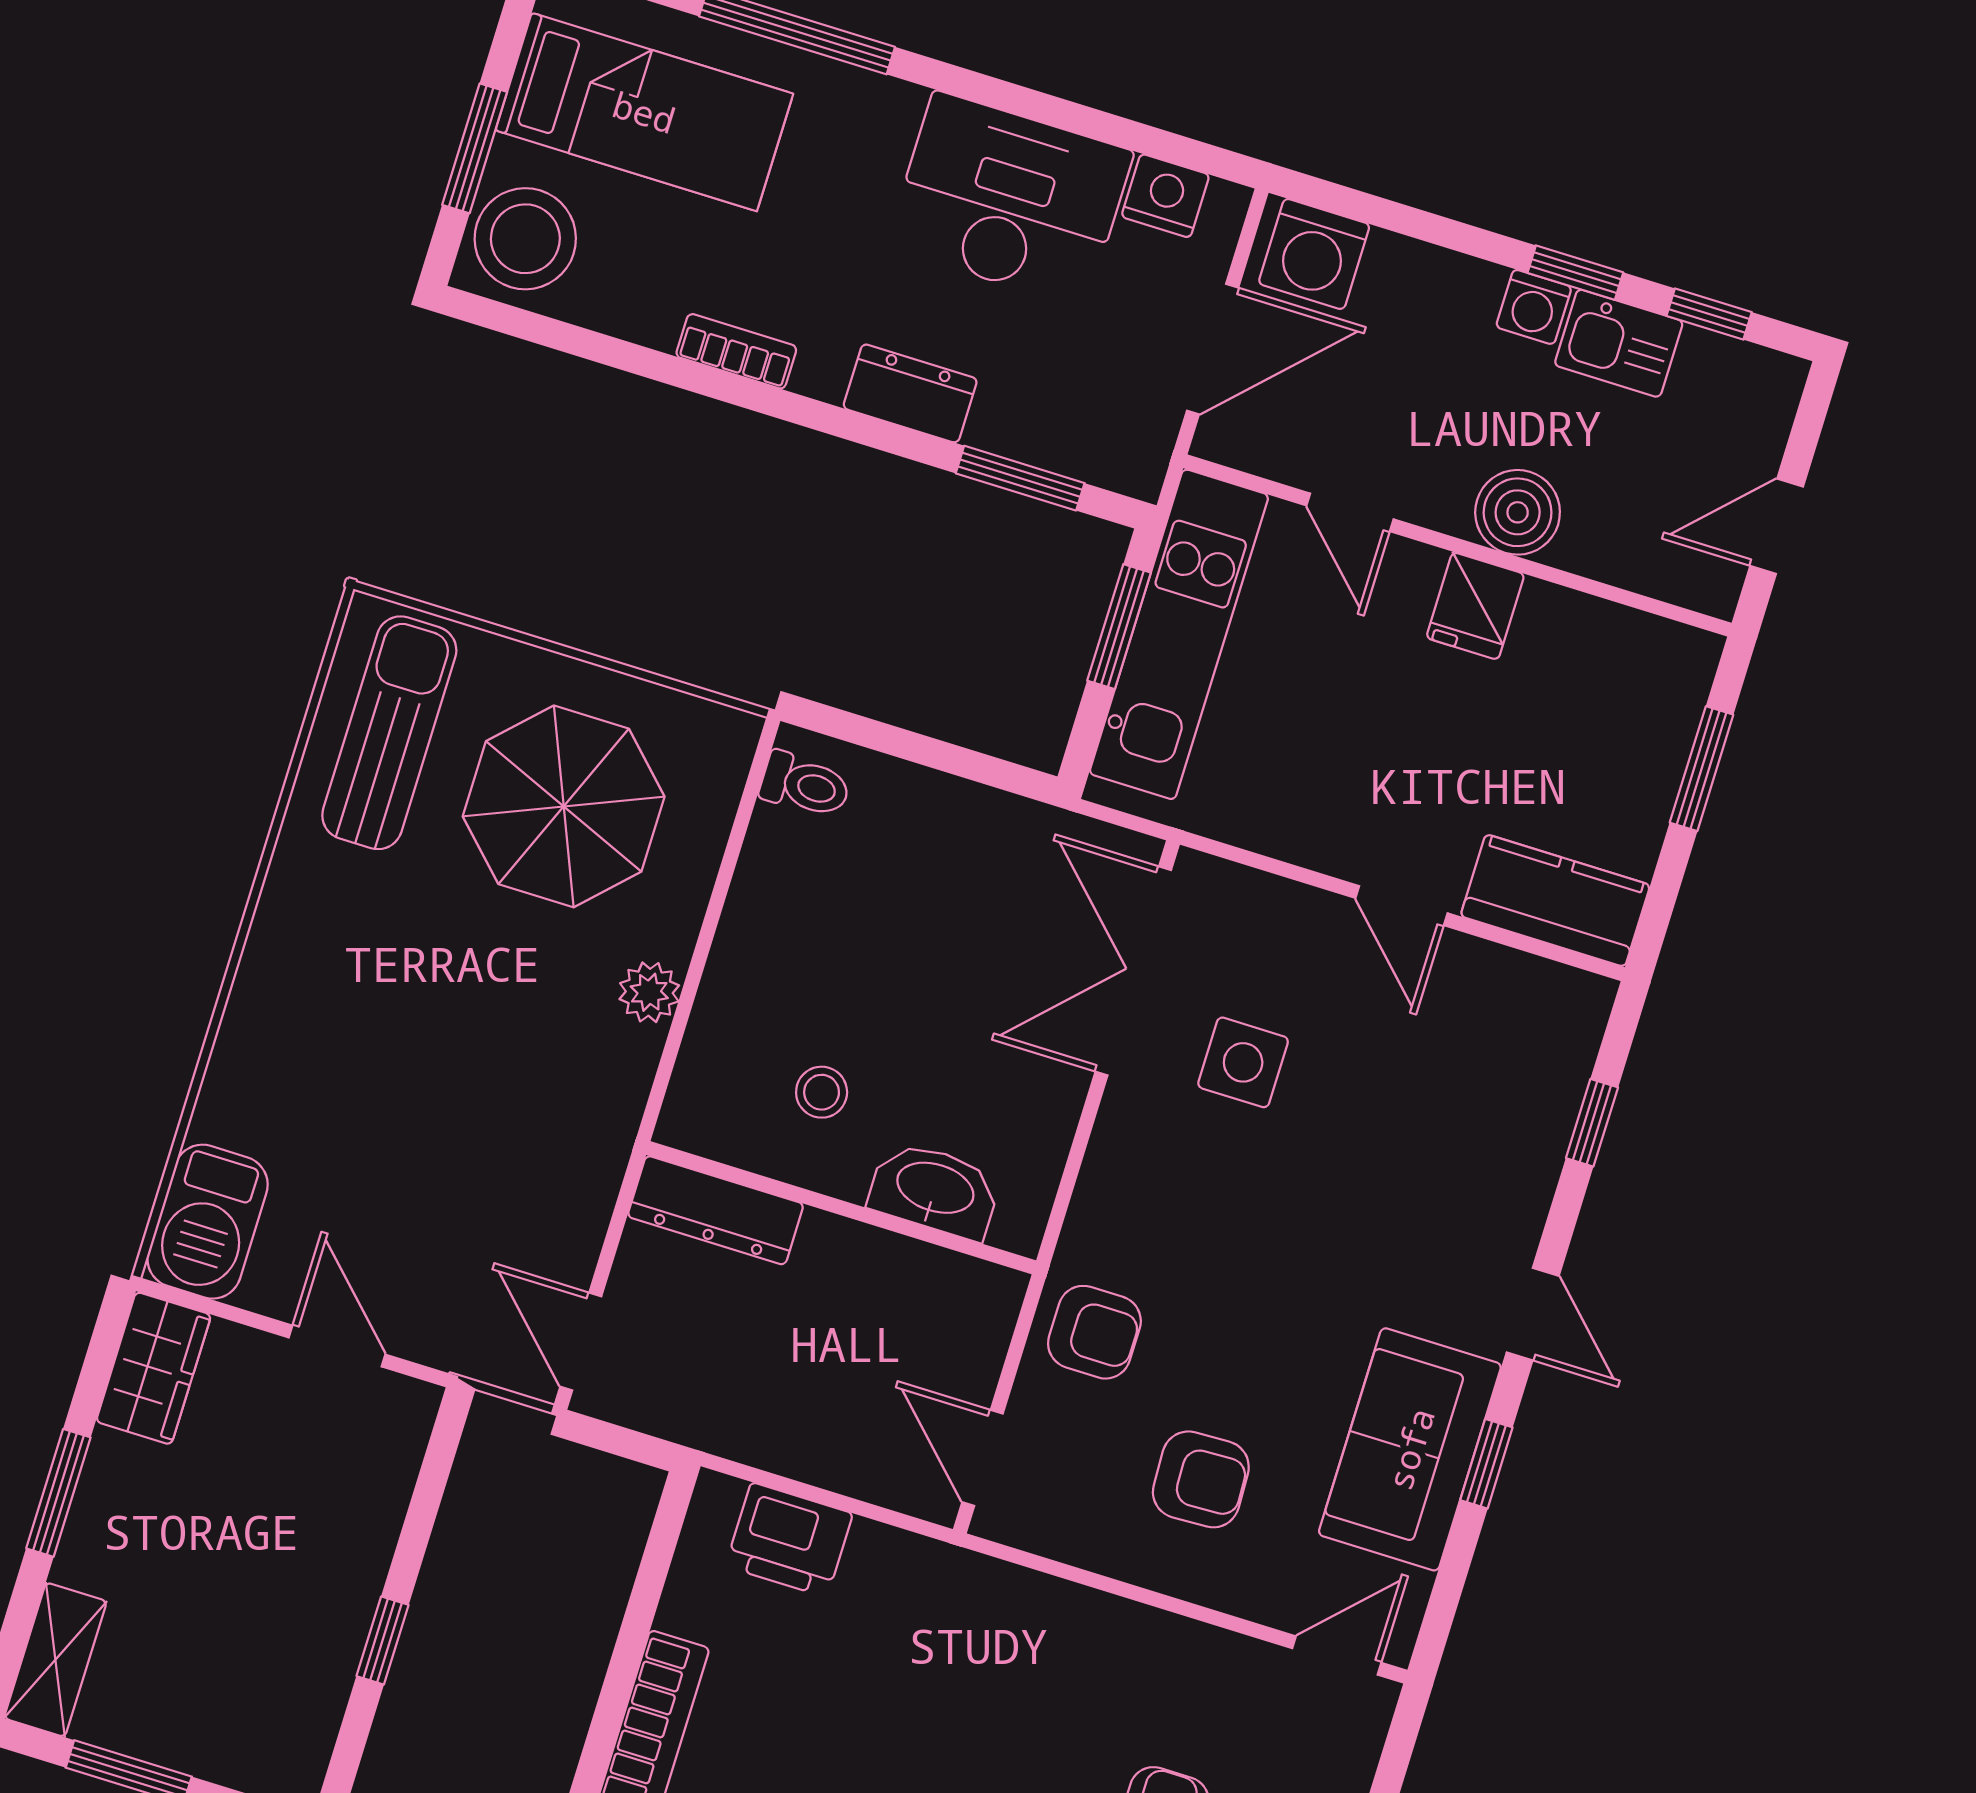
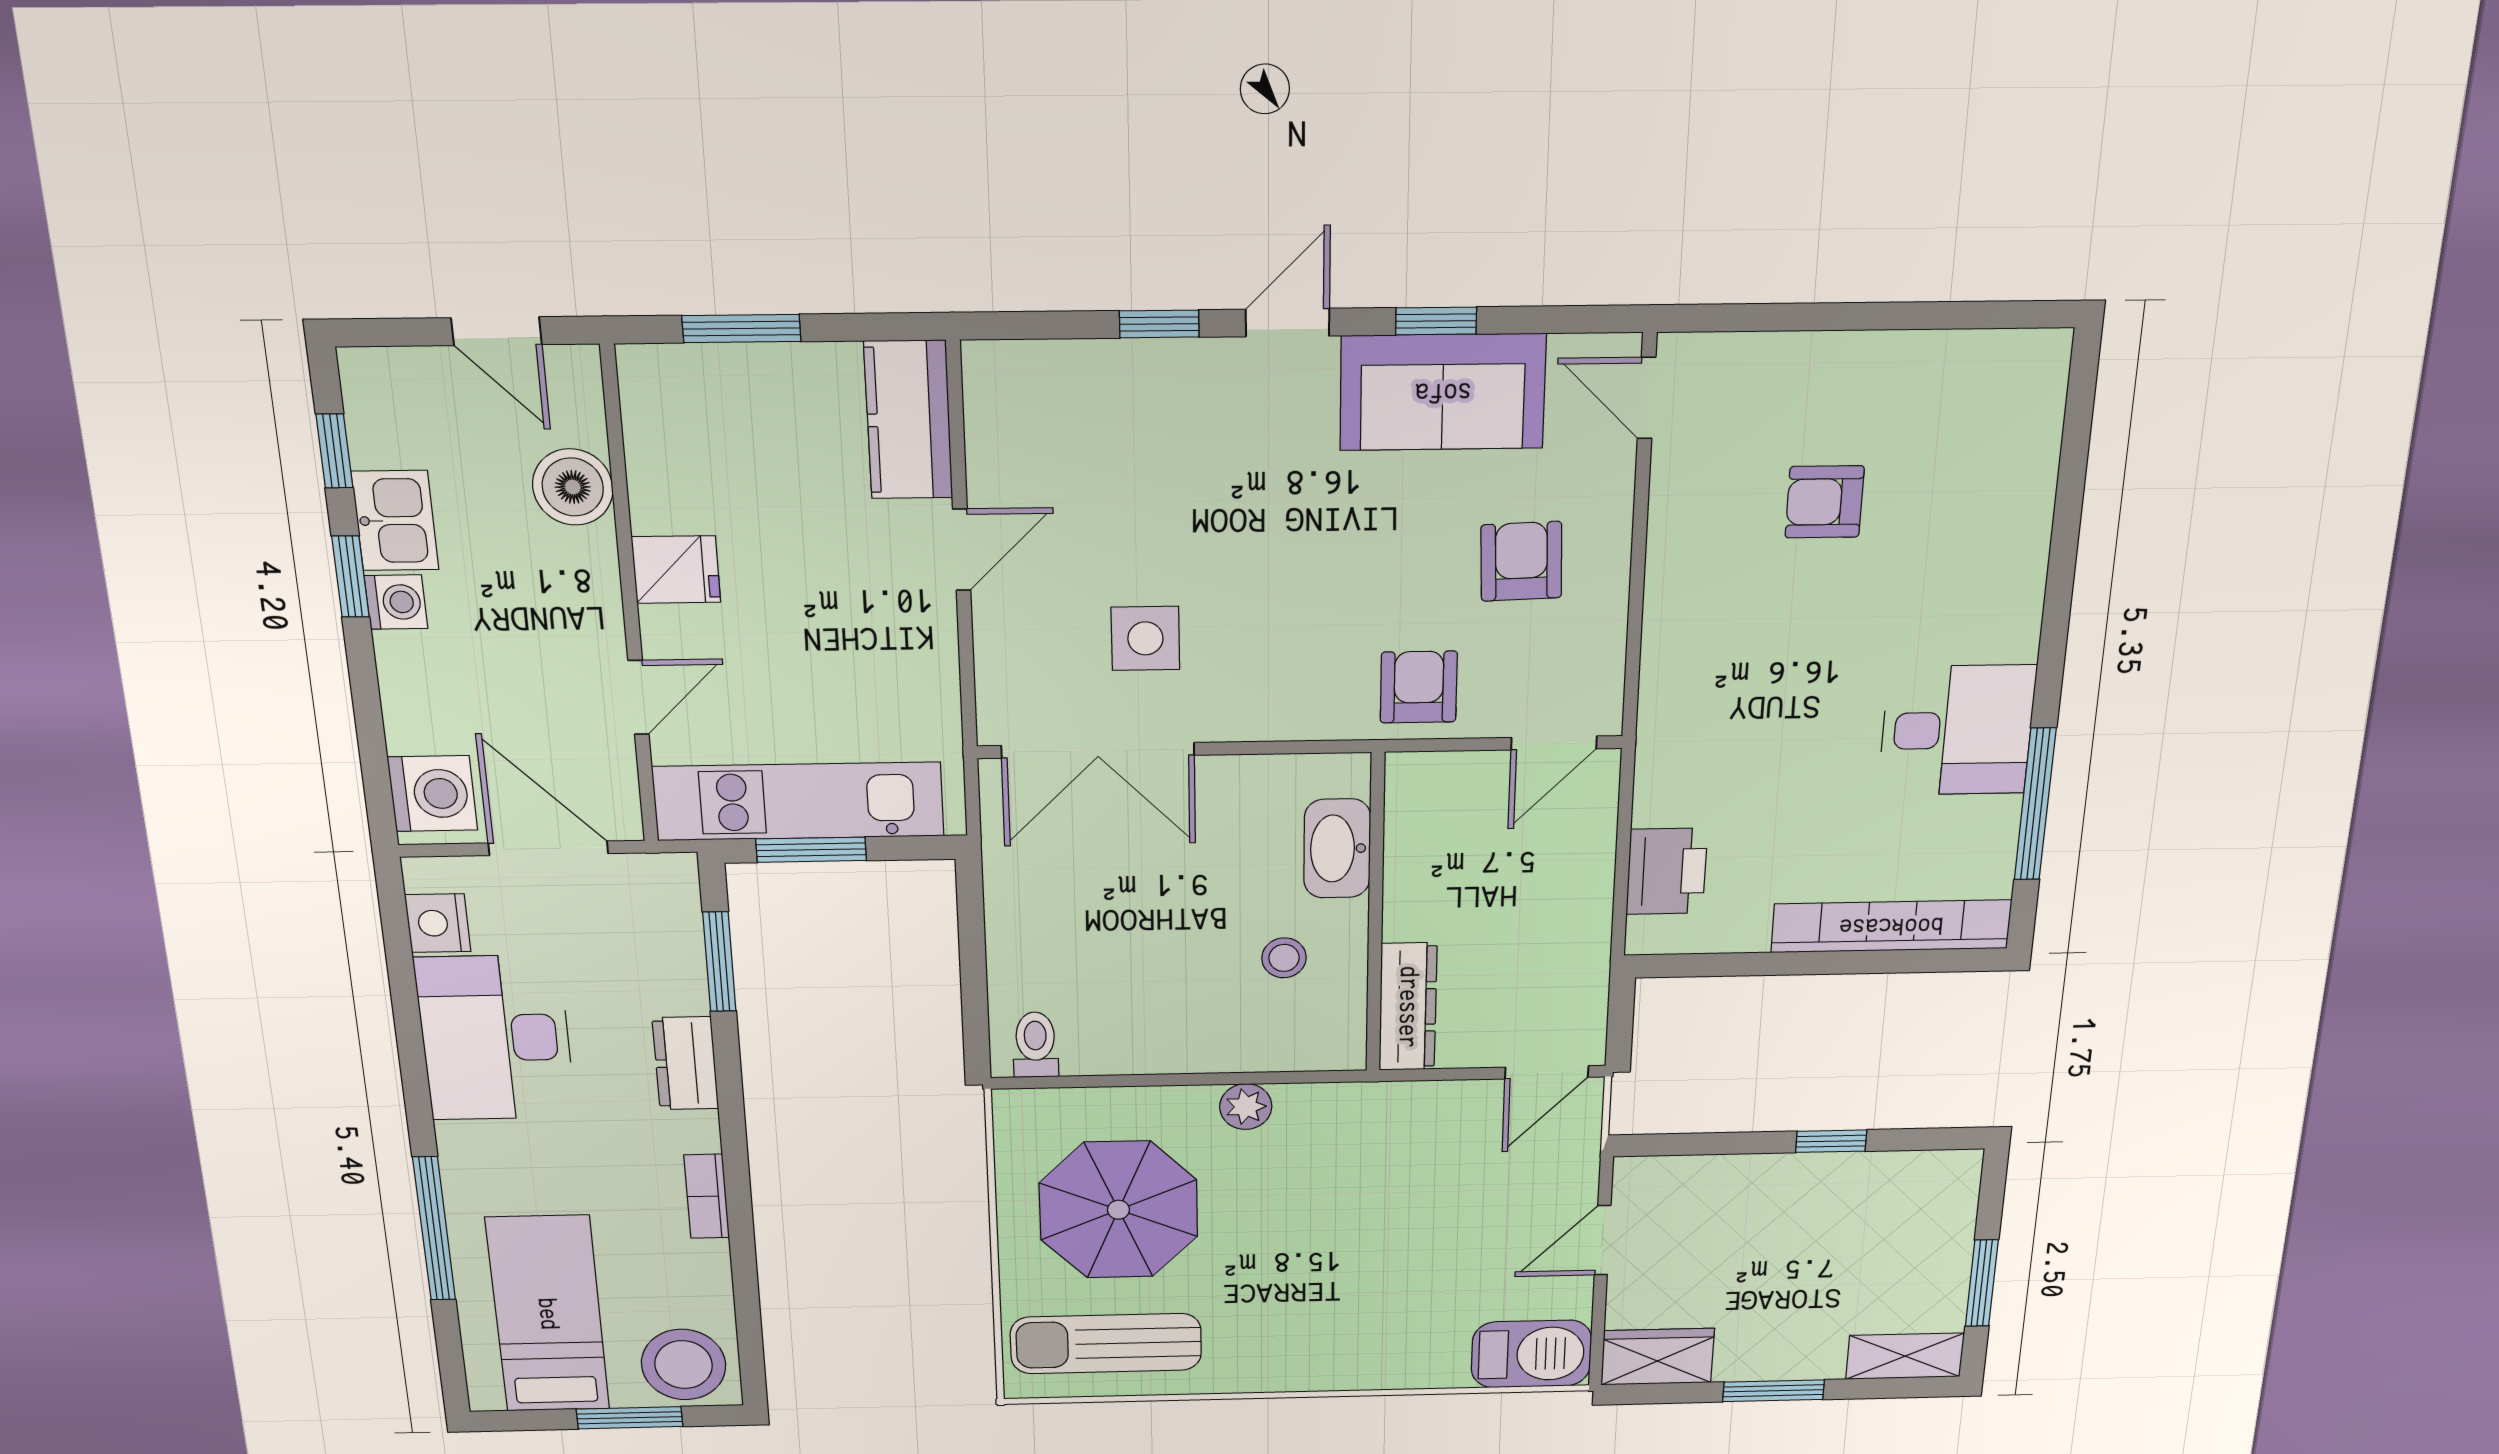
boiler: (1518, 512) -> (573, 487), moved
window: (1592, 1123) -> (1159, 324), moved

